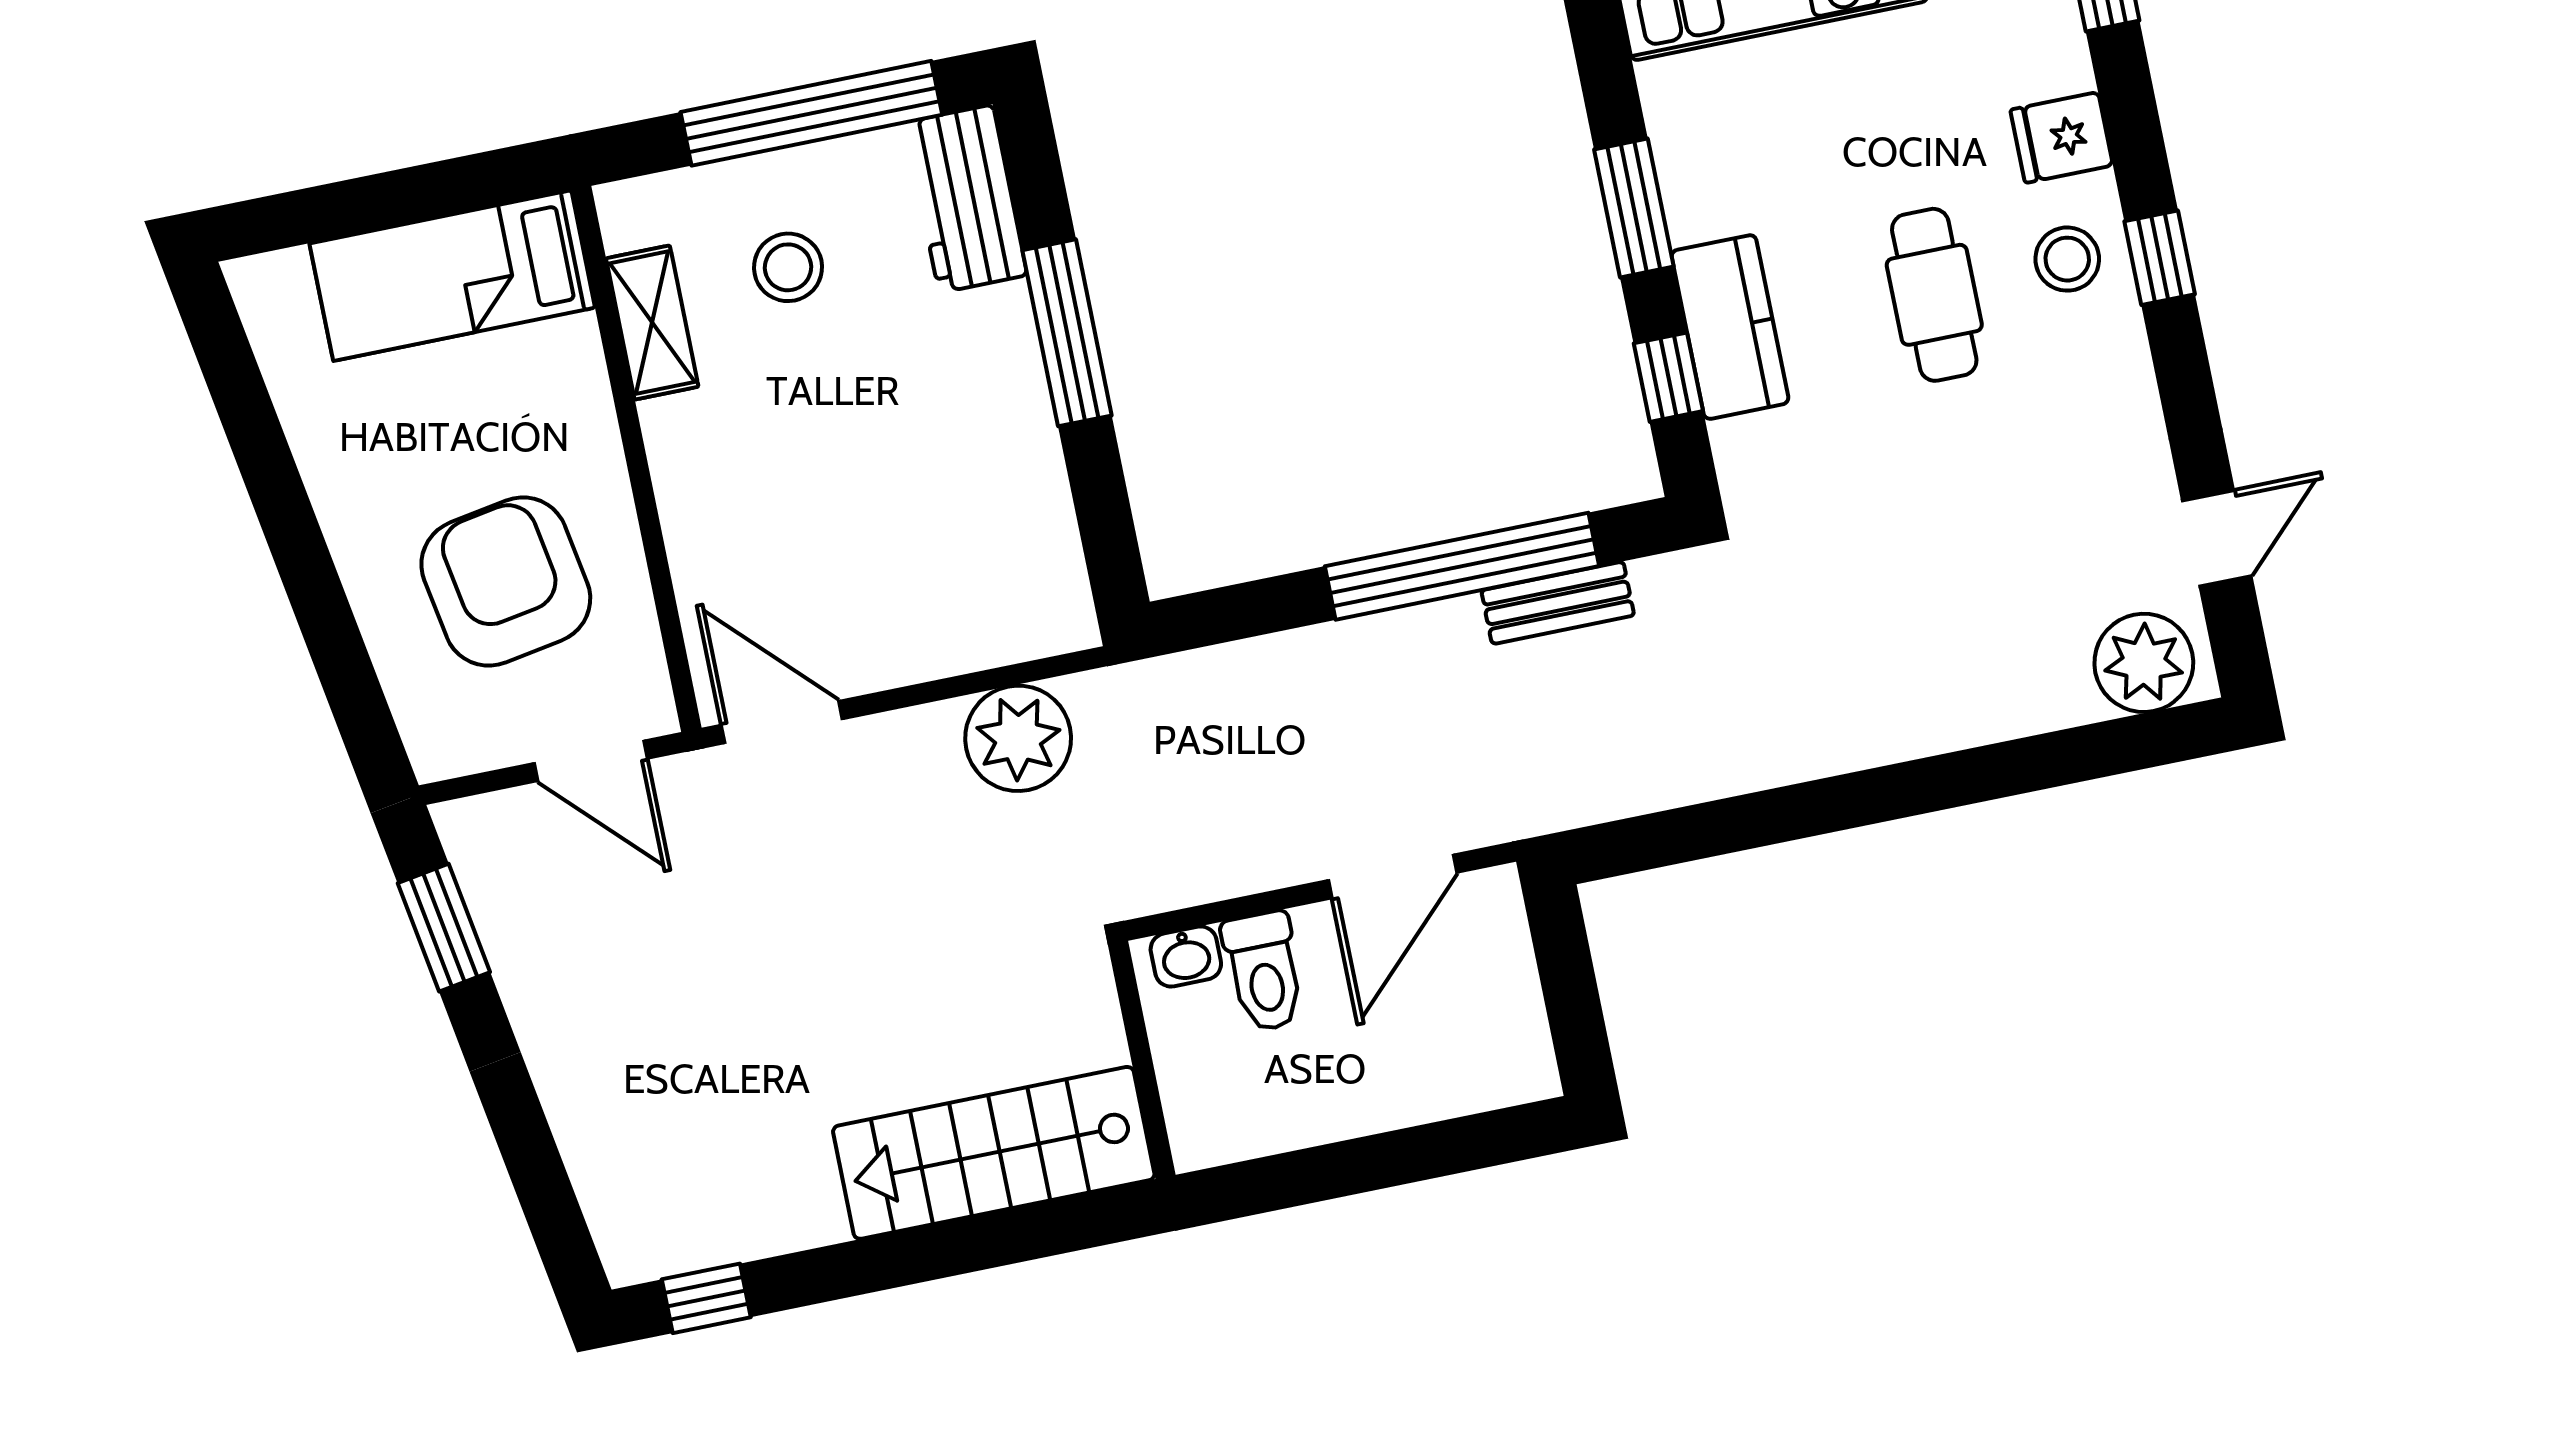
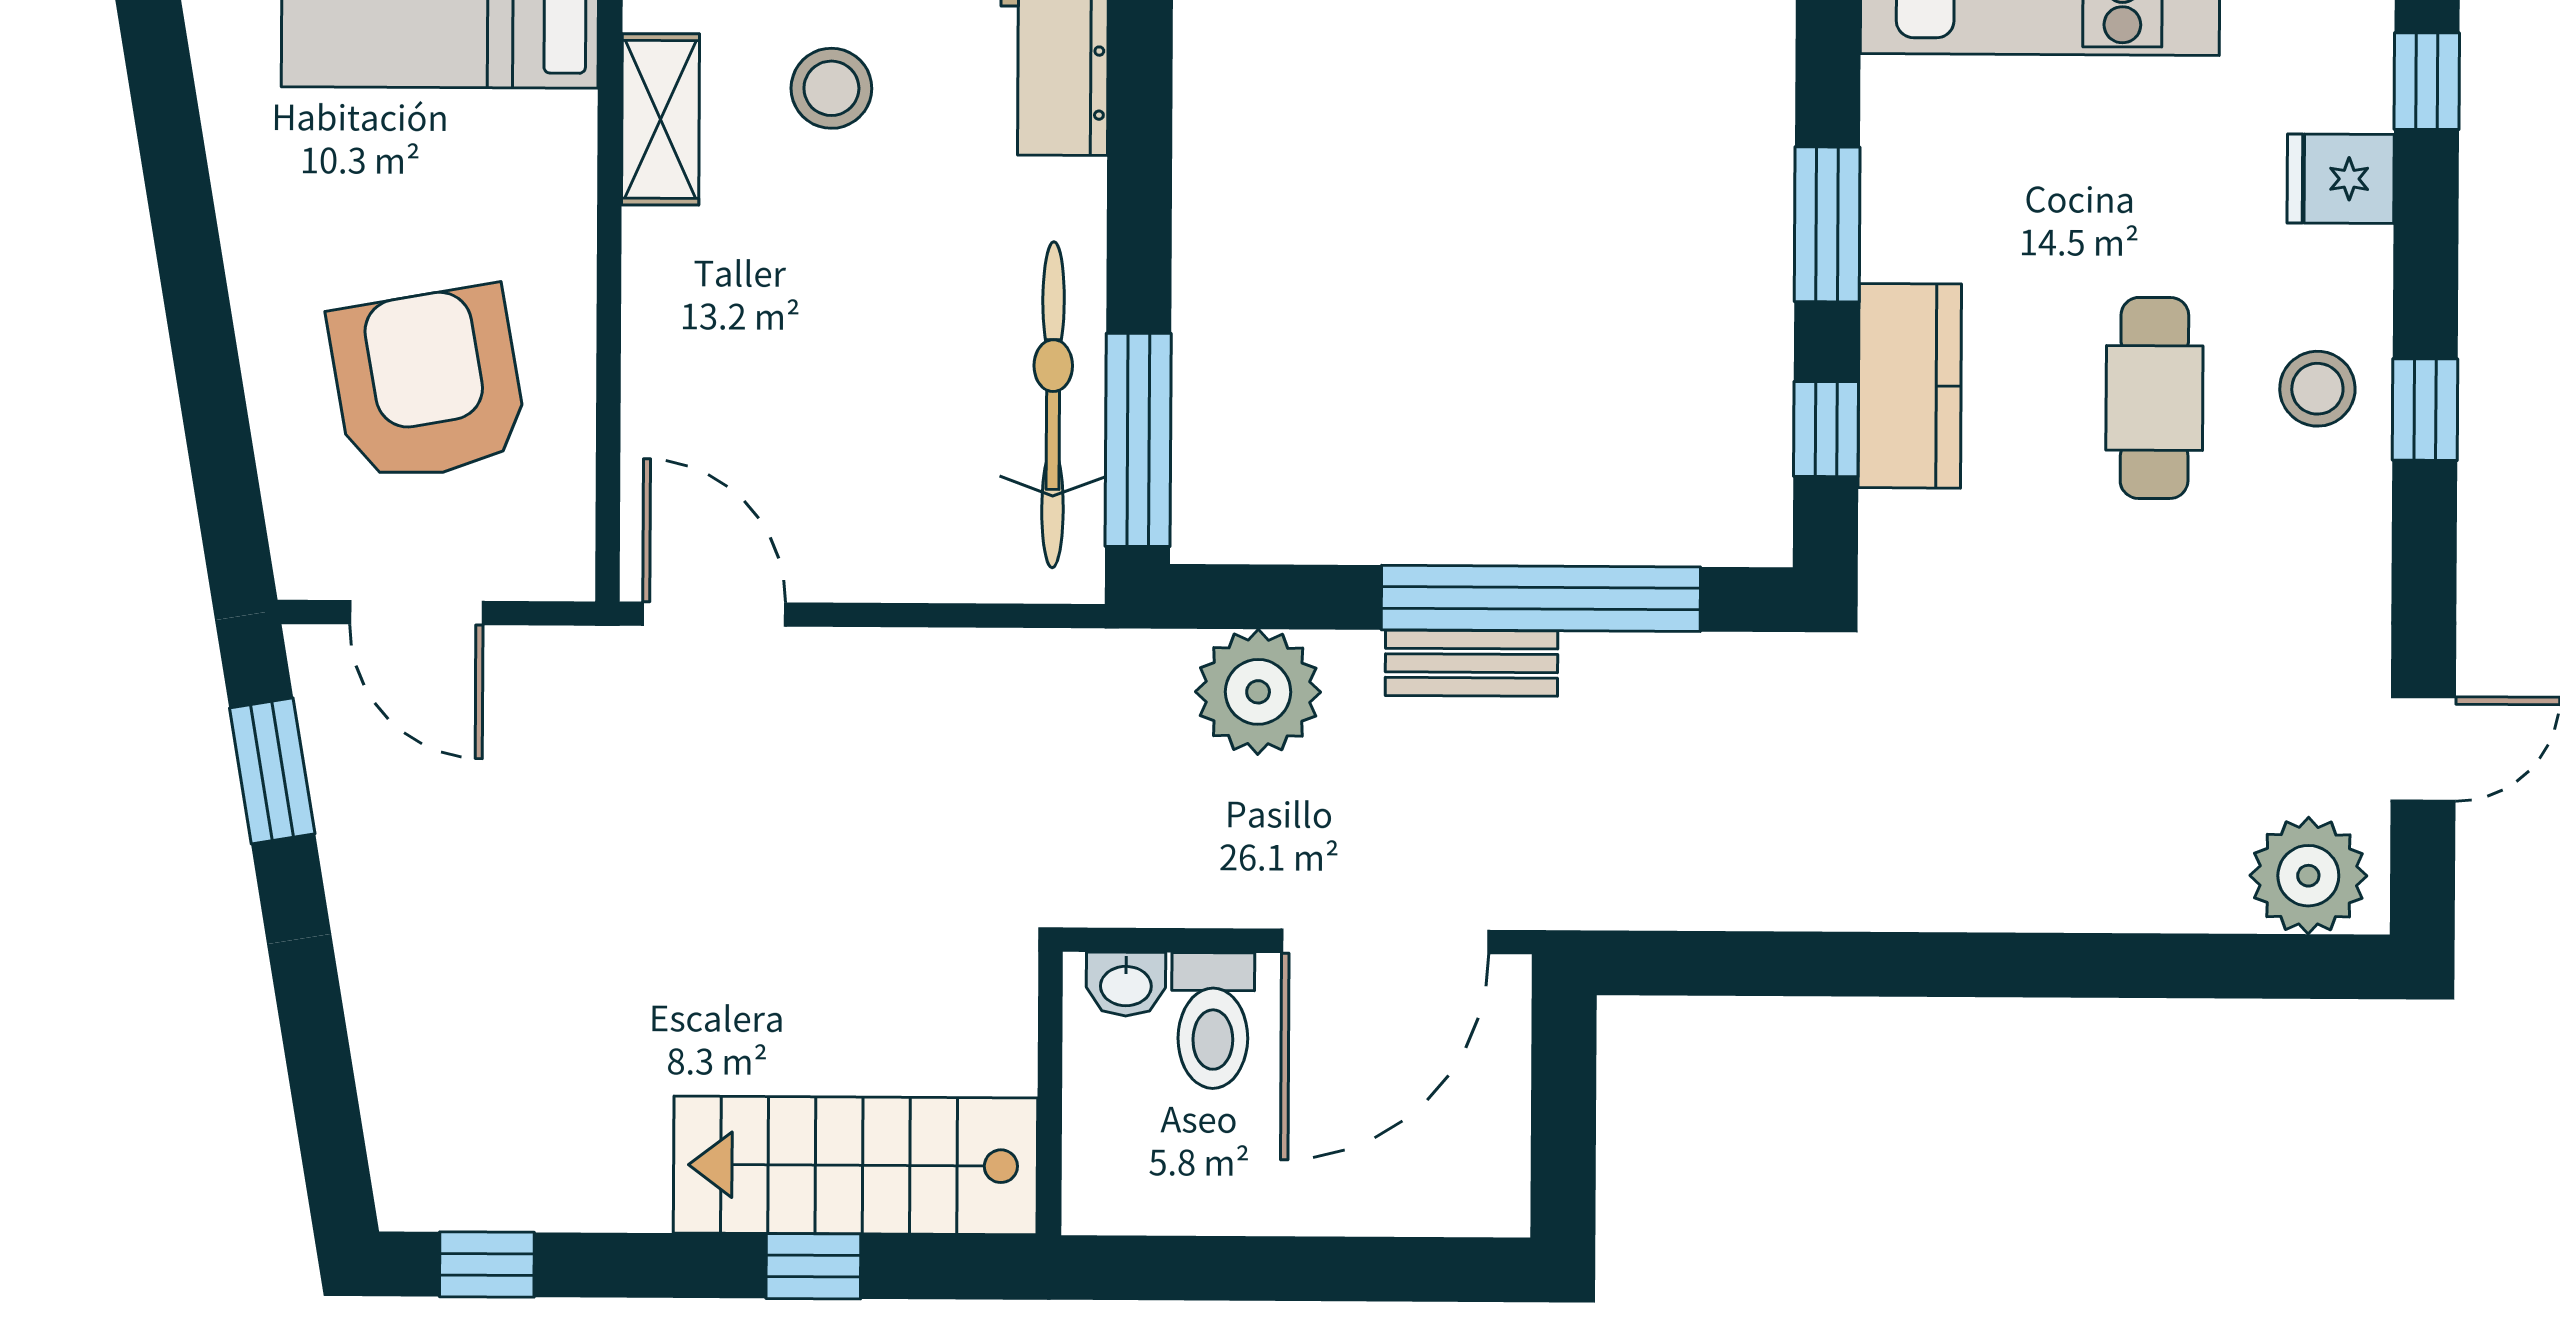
fridge: (2062, 137) -> (2341, 179), moved
window: (1067, 333) -> (1138, 440), moved
bicycle: (1026, 490) -> (1053, 405), added
bench: (1558, 603) -> (1471, 663), moved
plant: (1018, 738) -> (1258, 692), moved
door: (591, 761) -> (416, 613), moved
door: (1393, 876) -> (1385, 941), width x1.36
window: (976, 1243) -> (813, 1266), added

